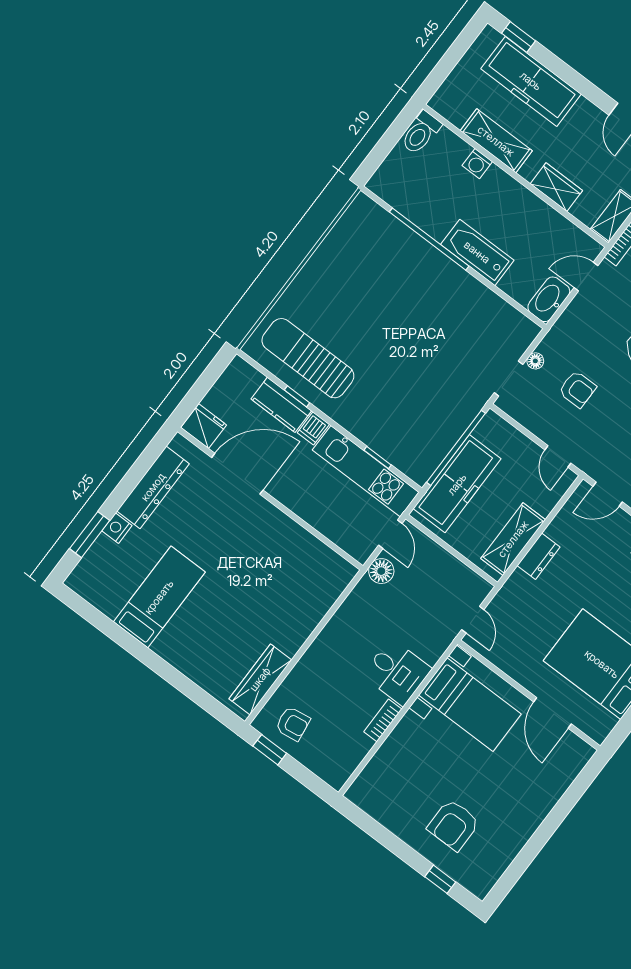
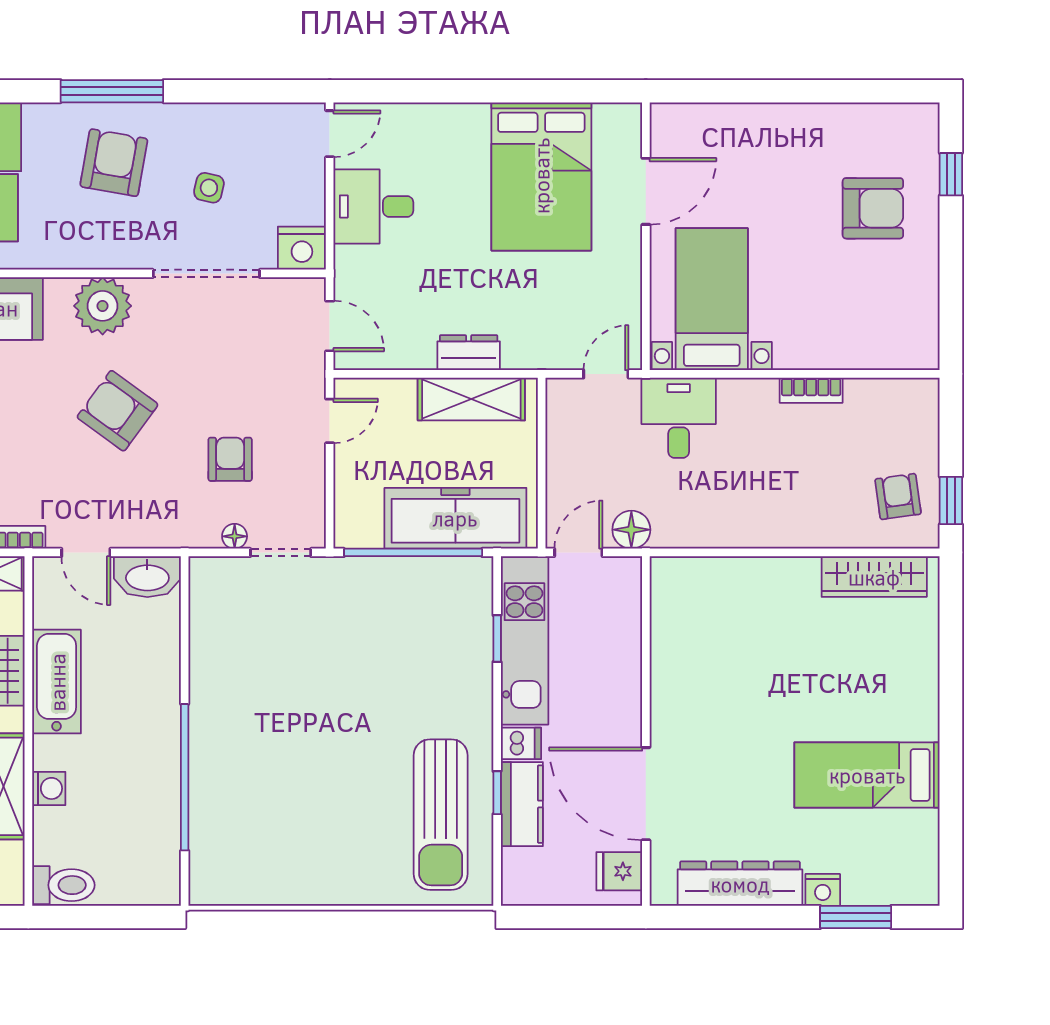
bathtub: (477, 252) -> (57, 682), moved, turned 180
fridge: (204, 426) -> (619, 871), width x0.72
desk: (397, 672) -> (679, 418), moved

